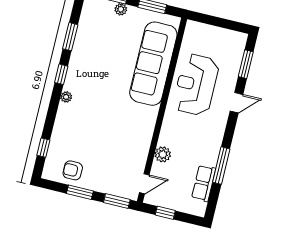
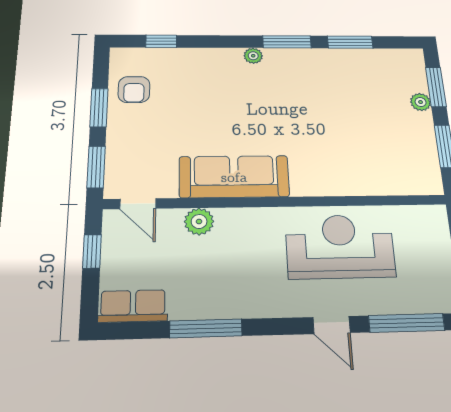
sofa: (153, 64) -> (234, 177), moved, width x0.74, depth x0.79
window: (246, 64) -> (407, 323), width x1.44
window: (61, 74) -> (287, 42), width x1.50
armchair: (73, 170) -> (134, 90), turned 180
row of seats: (204, 183) -> (133, 306), moved

